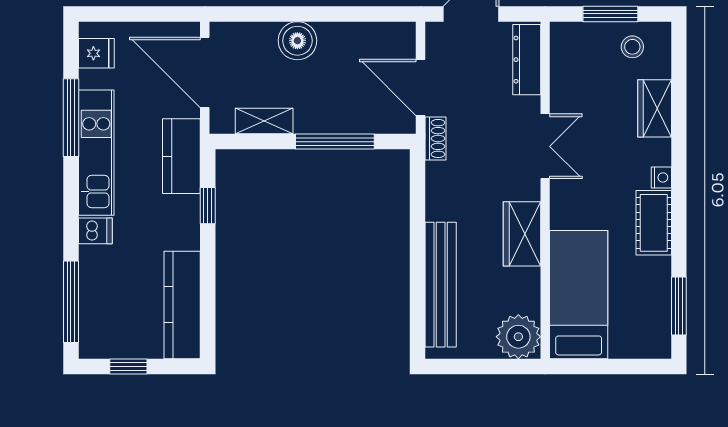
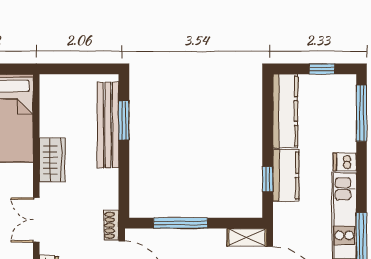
shelving: (264, 121) -> (247, 237), moved
kitchen counter: (181, 156) -> (286, 175), moved
window: (417, 291) -> (124, 120), added
plant: (518, 337) -> (55, 89), removed

